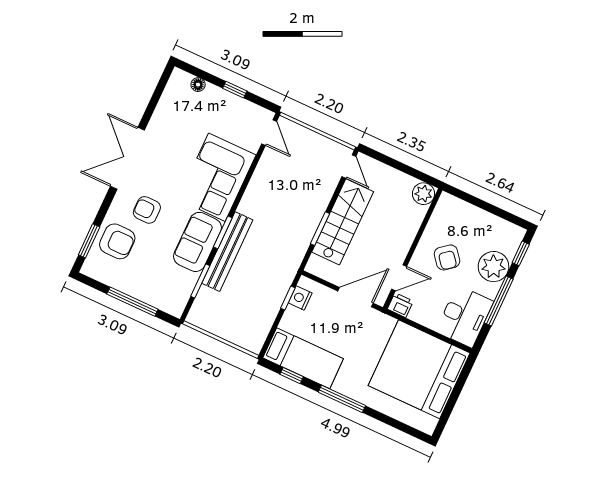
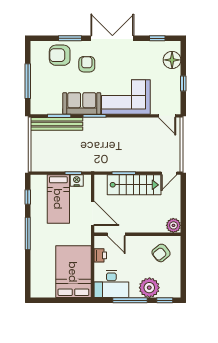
floor lamp: (198, 85) -> (172, 60), width x1.89, depth x1.89
window: (156, 96) -> (157, 38), added
door: (269, 133) -> (167, 116), hinge flipped
window: (89, 241) -> (70, 38), moved
armchair: (117, 241) -> (60, 55), turned 90
bench: (227, 252) -> (57, 124), moved
armchair: (447, 257) -> (161, 253), moved
printer: (400, 305) -> (100, 255), moved
bed: (303, 358) -> (58, 199), moved
bed: (419, 369) -> (73, 272), width x0.73

